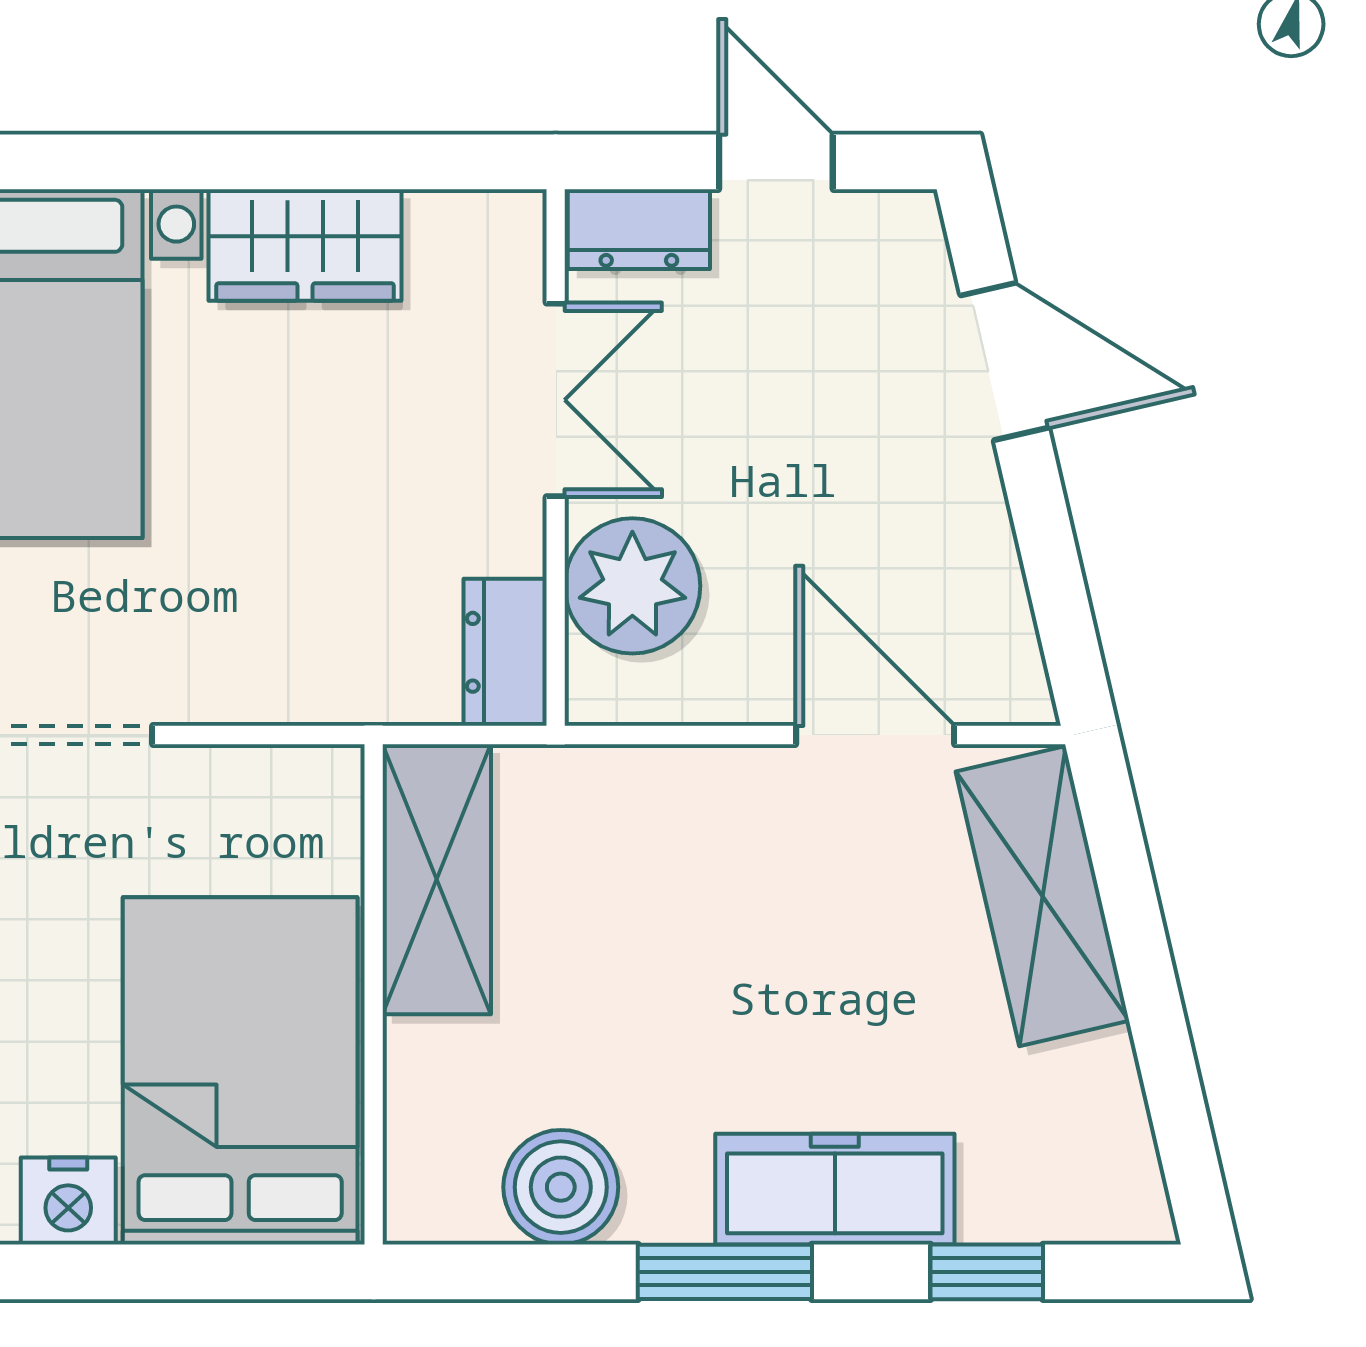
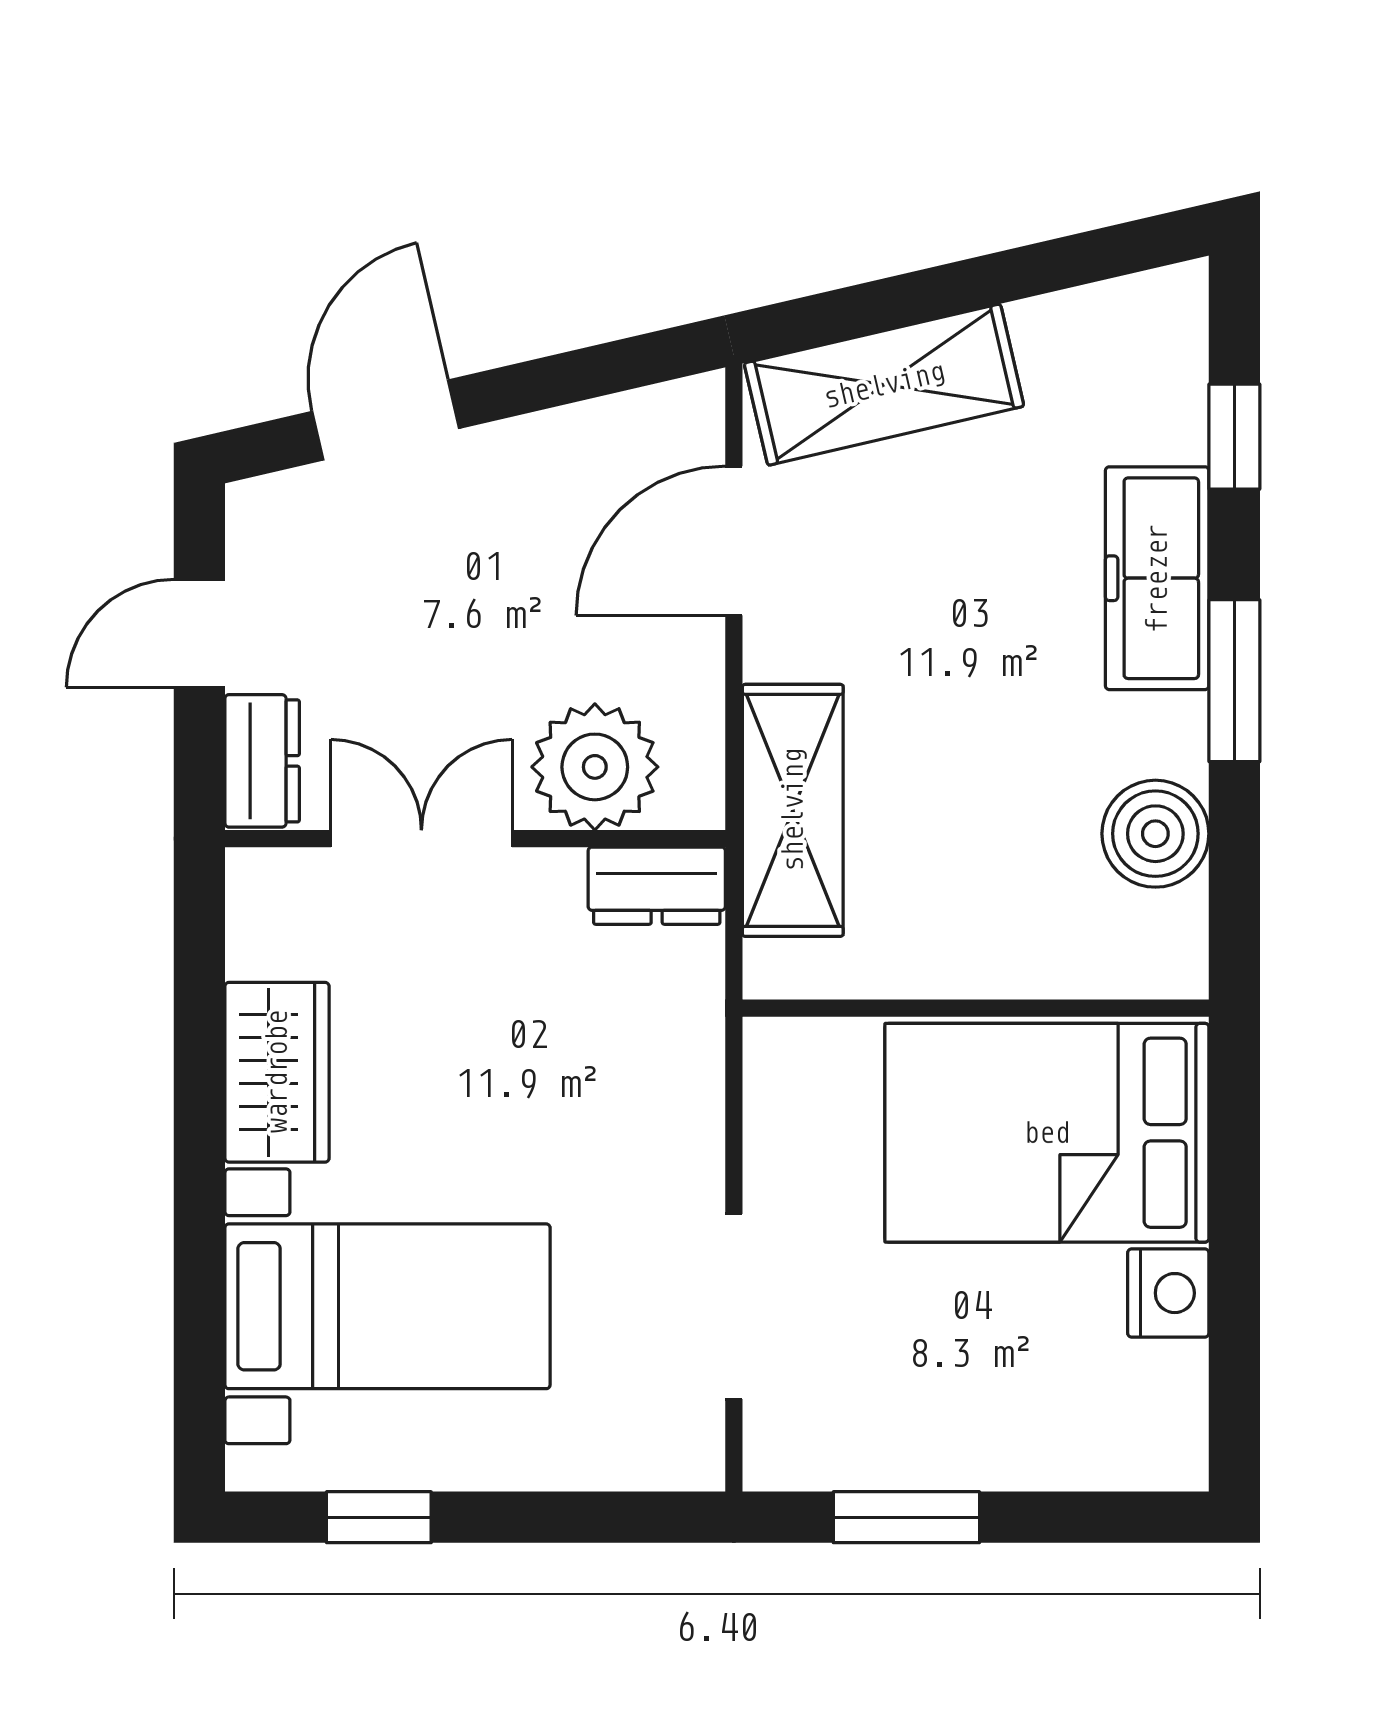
shelving: (437, 879) -> (793, 810), moved, turned 90

